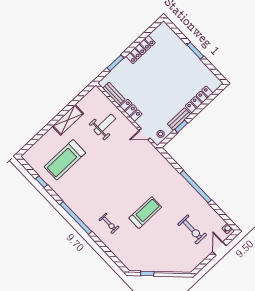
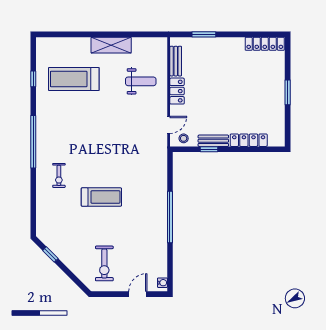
locker: (141, 49) -> (265, 44), moved
door: (145, 134) -> (169, 125), swing flipped
exercise bike: (192, 229) -> (104, 263), moved

